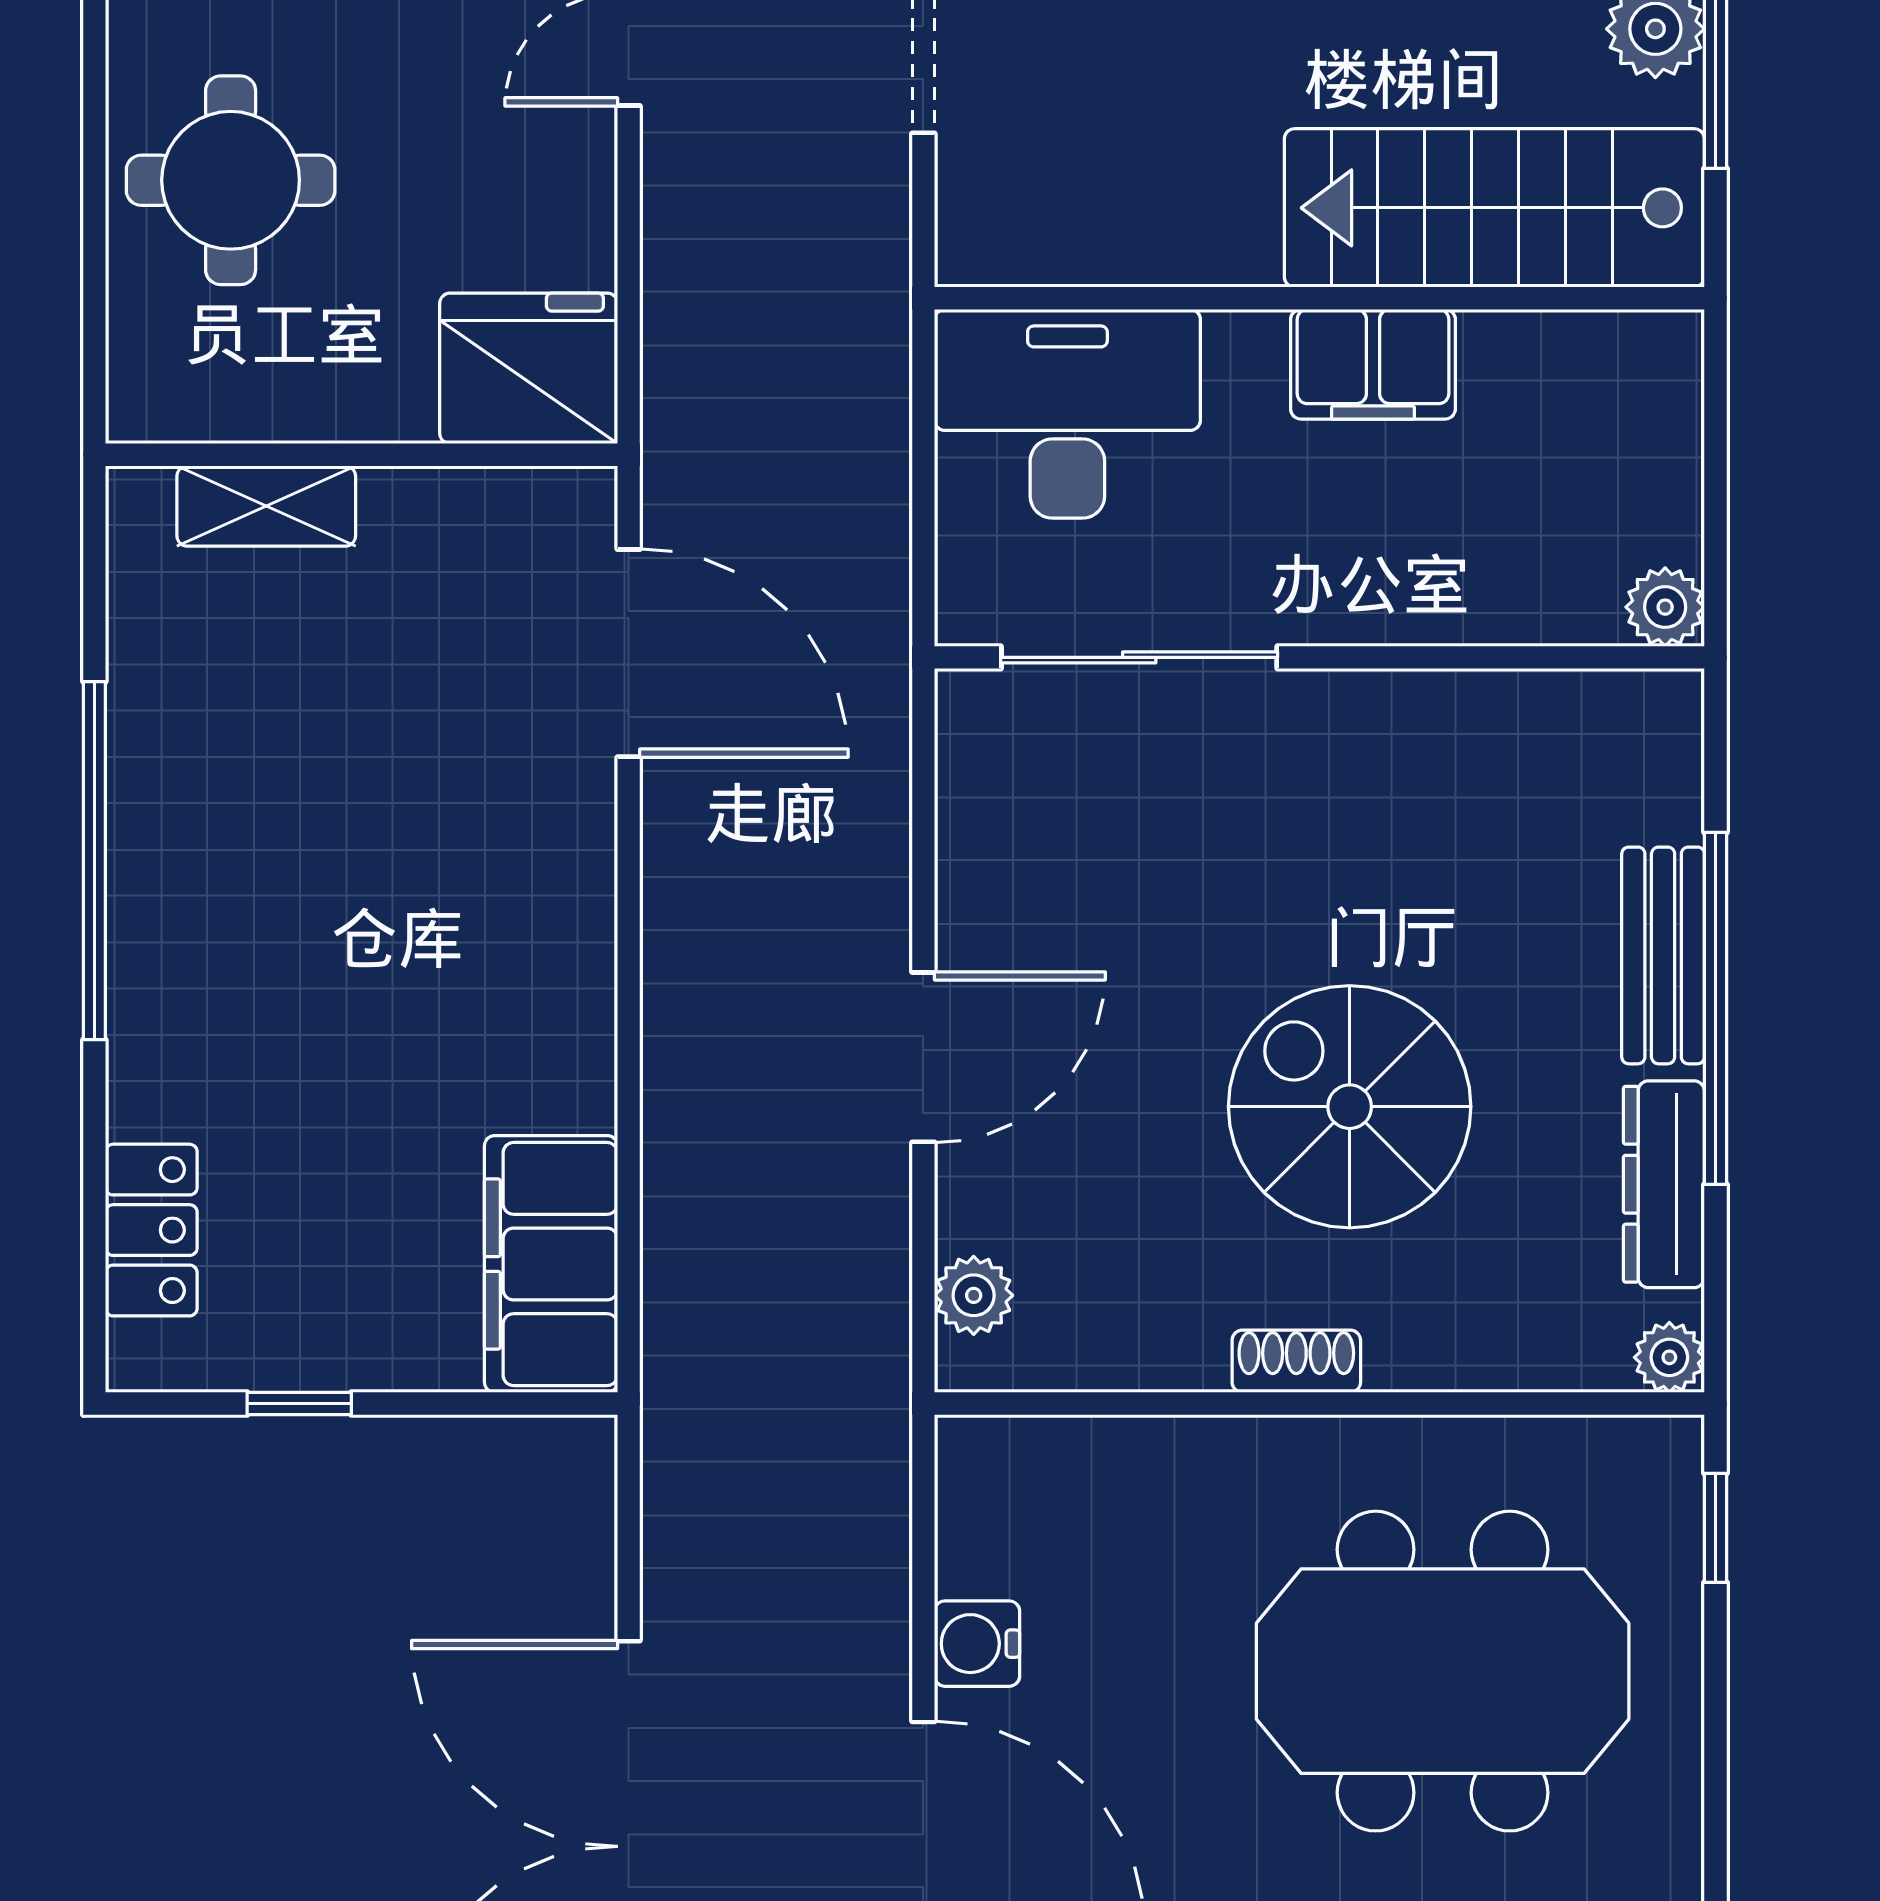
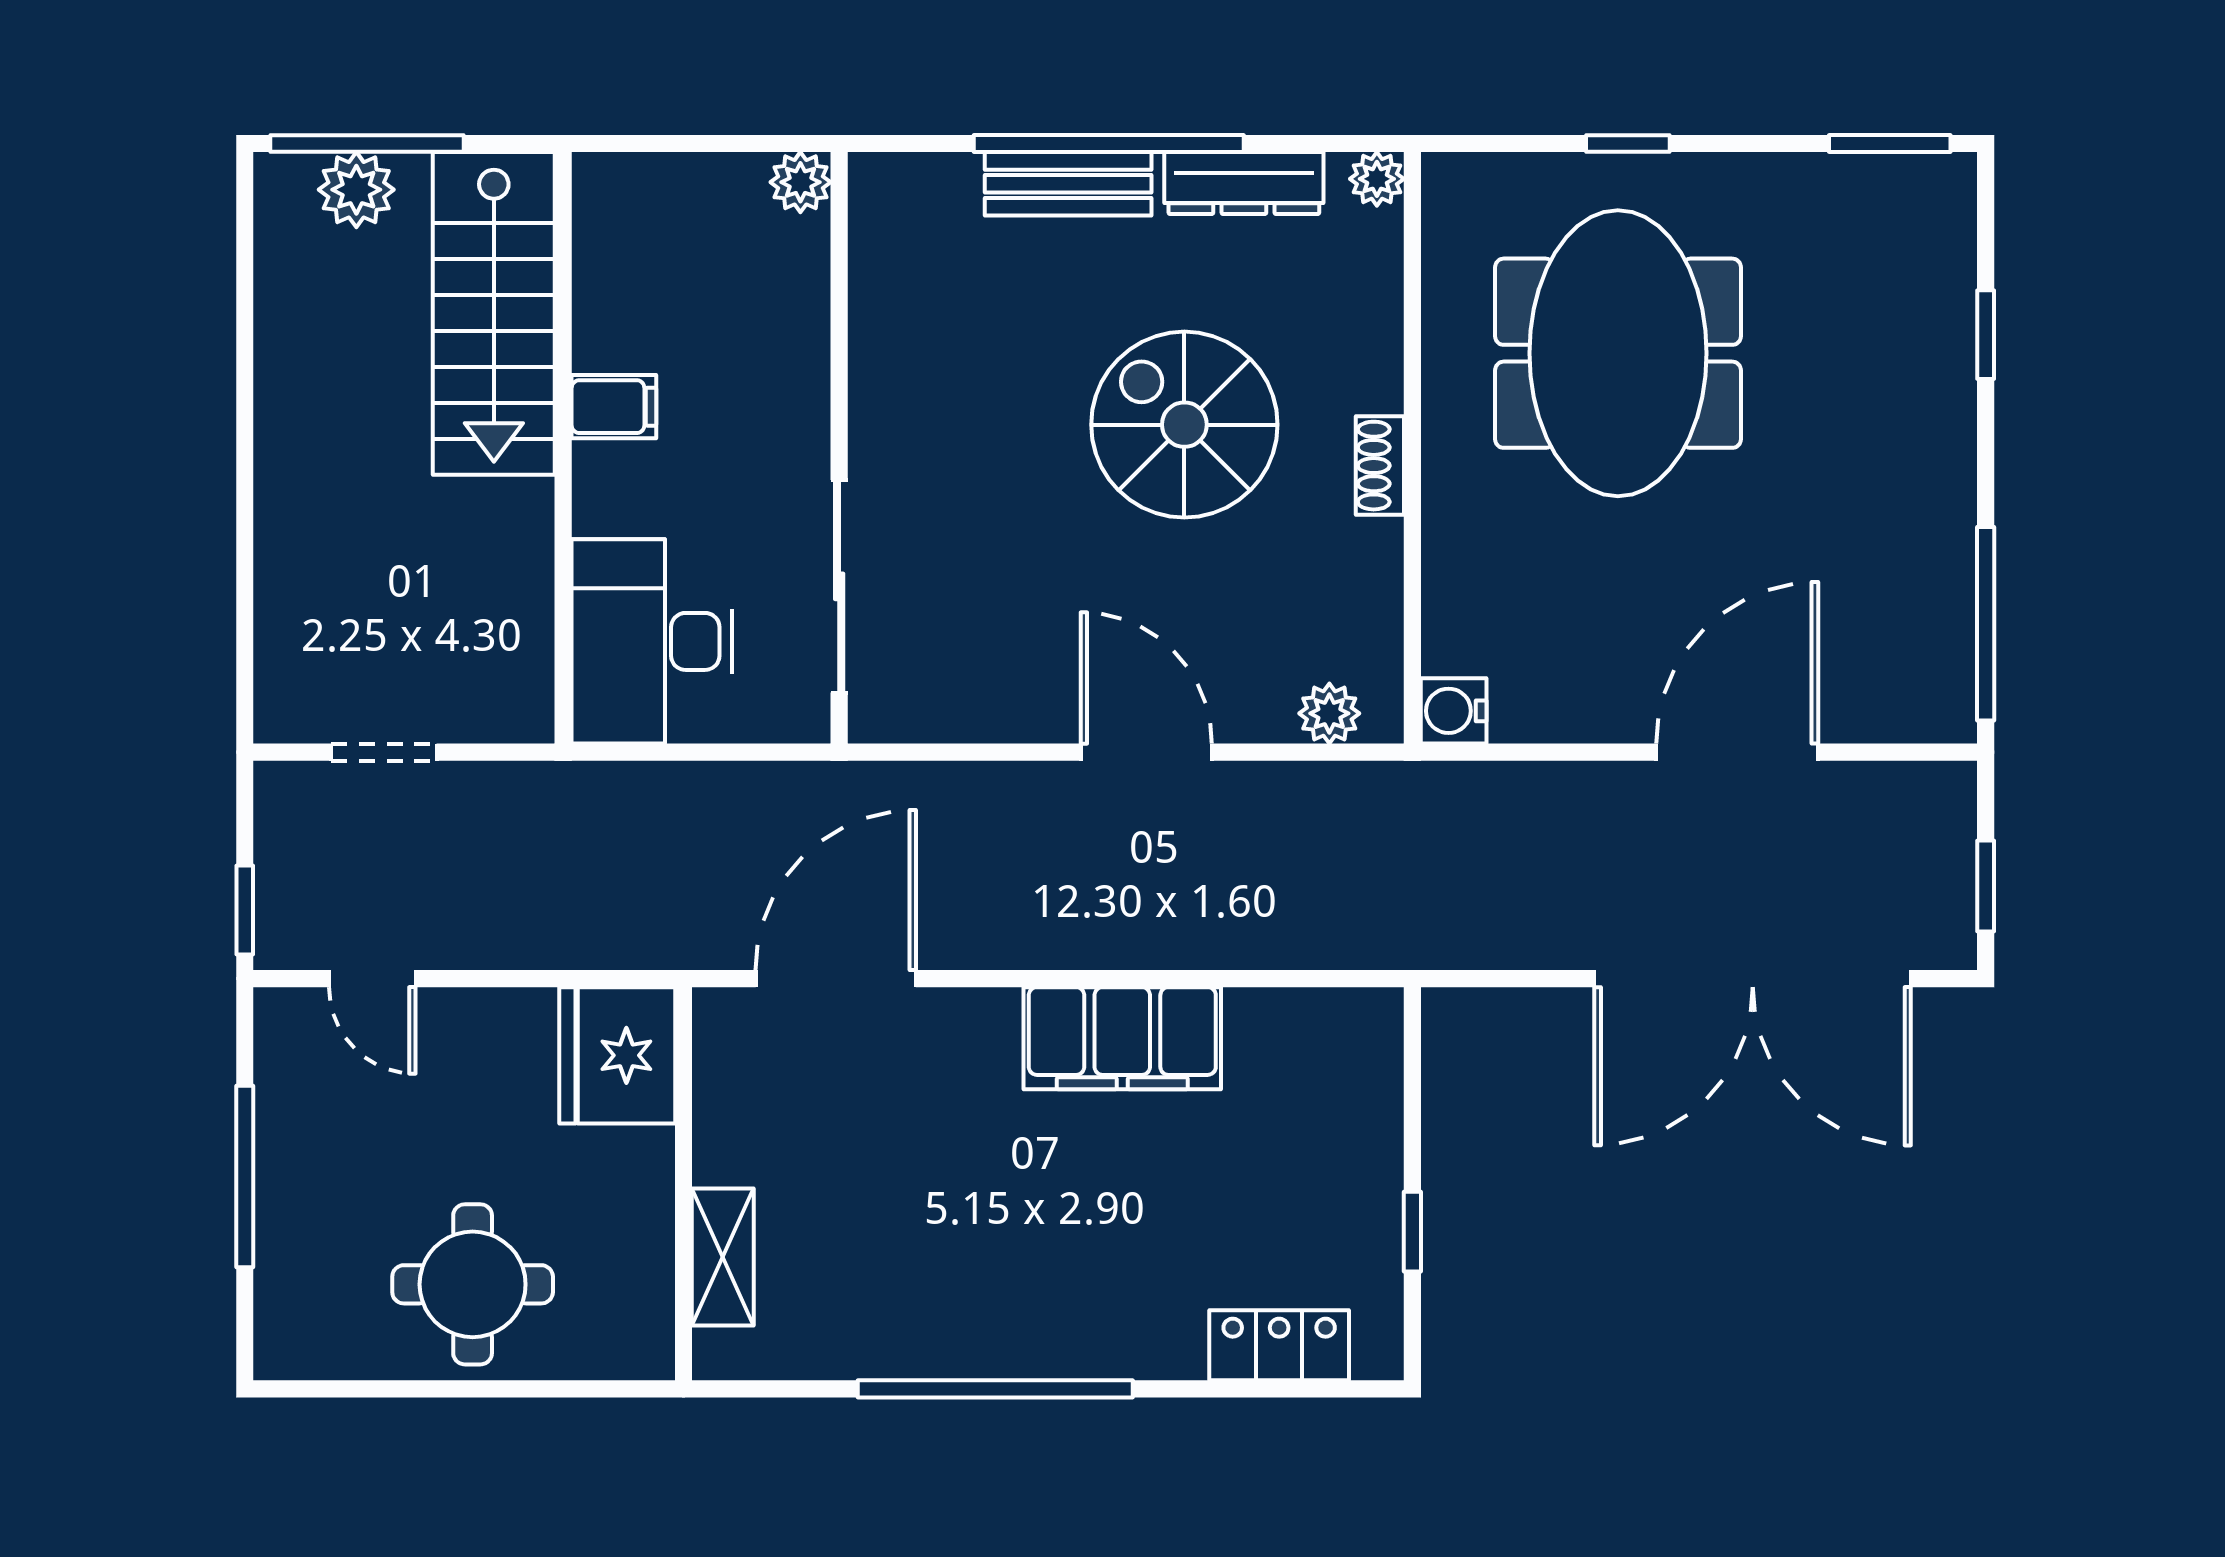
filing cabinet: (1373, 364) -> (614, 407), width x0.50
spiral stairs: (1350, 1107) -> (1184, 425), turned 90
filing cabinet: (551, 1264) -> (1122, 1038), moved
window: (1715, 1528) -> (1628, 144), moved
water cooler: (977, 1644) -> (1454, 711), moved, turned 90

